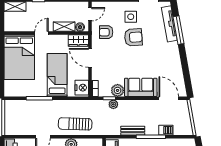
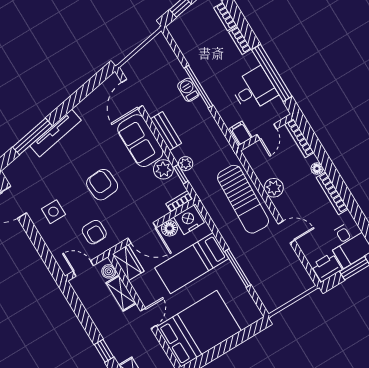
tv unit: (169, 24) -> (55, 133), moved
door: (42, 33) -> (148, 318), swing flipped
armchair: (133, 37) -> (102, 185), moved
door: (90, 58) -> (142, 233), hinge flipped
floor lamp: (83, 74) -> (169, 228), added
sun lounger: (75, 124) -> (243, 199), width x1.36, depth x1.34
barbecue: (166, 130) -> (188, 90), moved
bench: (133, 131) -> (166, 131), moved

